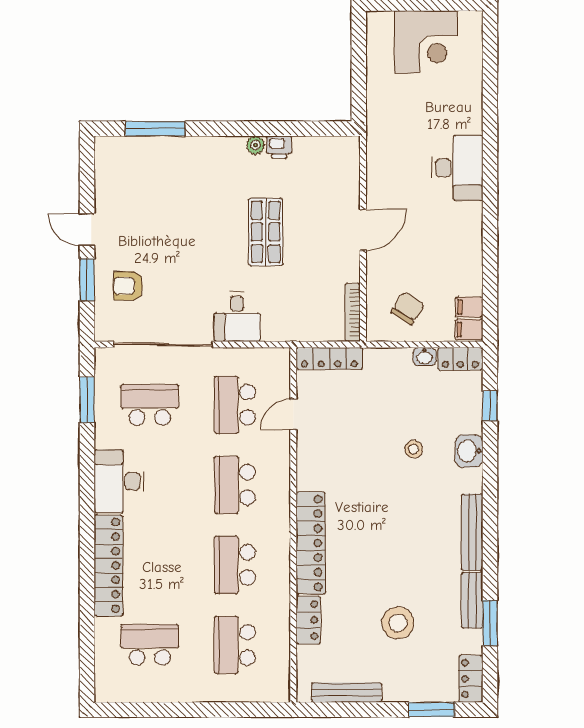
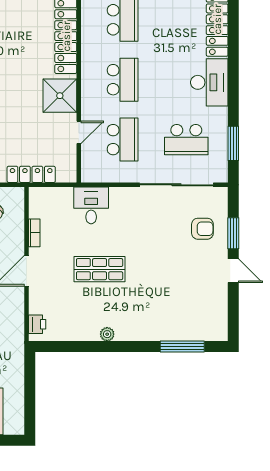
printer: (279, 147) -> (37, 324), moved, turned 90
shop shelf: (266, 232) -> (100, 269), turned 90
bookcase: (353, 312) -> (34, 233), moved, width x0.64
desk: (237, 317) -> (91, 205), moved
locker: (329, 358) -> (31, 174), moved
shower: (319, 463) -> (60, 96), added

